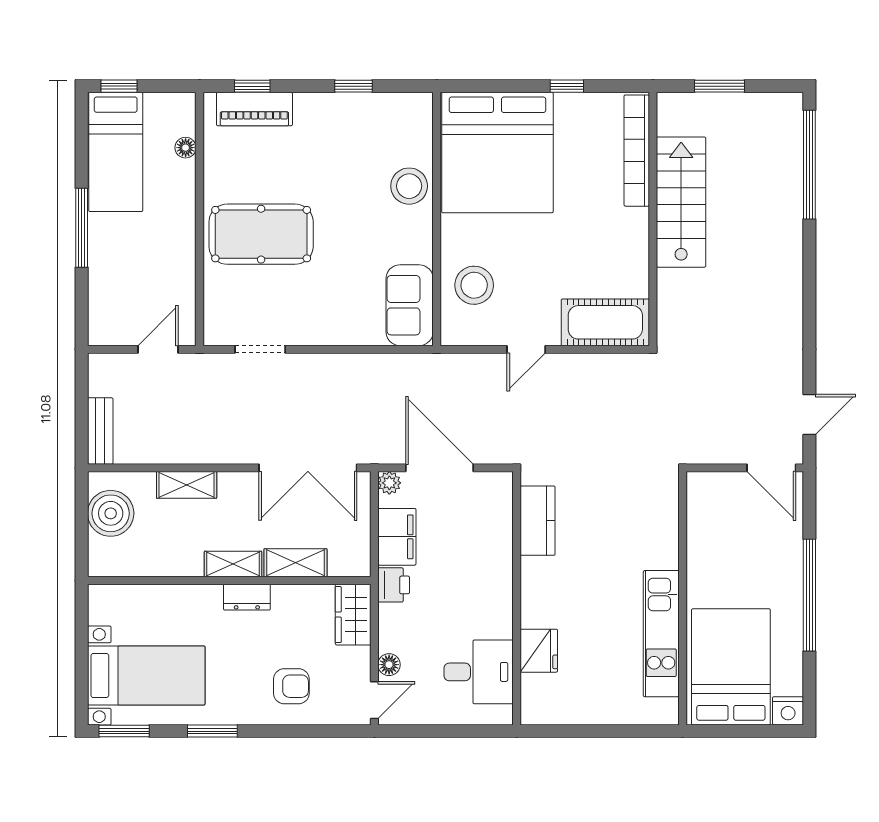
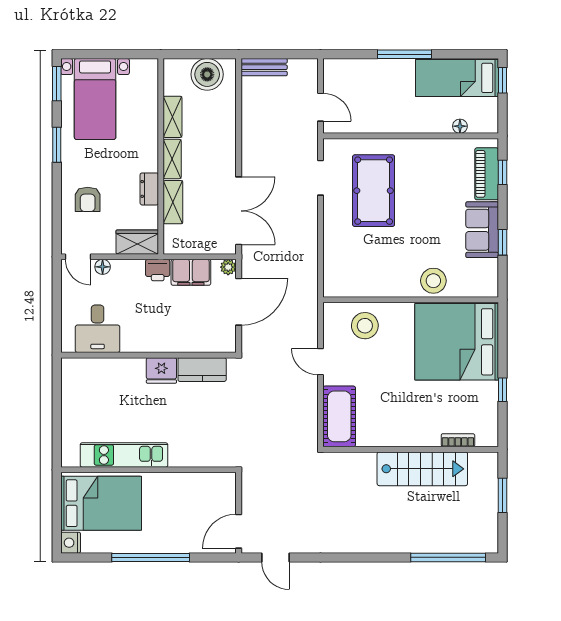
bookcase: (637, 151) -> (458, 440), width x0.43, depth x0.76
pool table: (261, 234) -> (374, 191), moved
sofa: (410, 305) -> (482, 230), moved, turned -90
double door: (308, 468) -> (239, 211), swing flipped
shelving: (187, 485) -> (173, 117), moved
dresser: (247, 597) -> (149, 189), moved
fridge: (539, 651) -> (161, 370), moved

